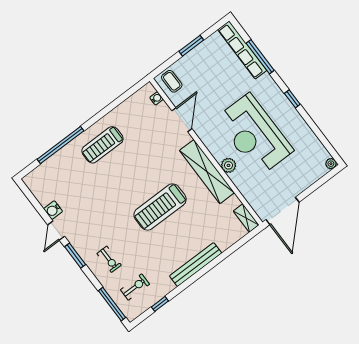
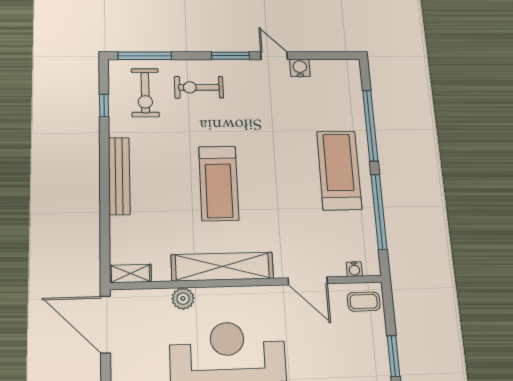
window: (112, 106) -> (379, 212), added
treadmill: (102, 145) -> (339, 170), width x1.37, depth x1.38
plant: (228, 165) -> (183, 299), moved
treadmill: (160, 207) -> (219, 183), turned 180
exercise bike: (109, 259) -> (199, 87), width x1.38, depth x1.39
exercise bike: (135, 287) -> (145, 93), width x1.38, depth x1.39

